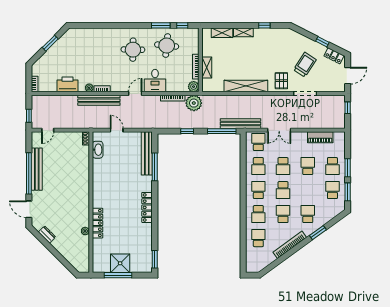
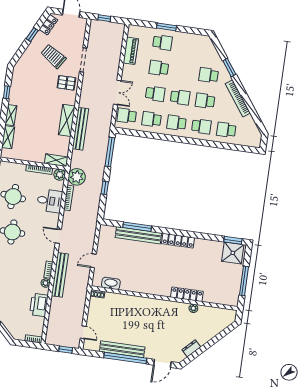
shelving: (207, 68) -> (56, 160), moved
desk: (155, 81) -> (50, 201), moved
shelving: (246, 86) -> (67, 120), width x0.68
bench: (241, 124) -> (80, 129), moved
bench: (147, 153) -> (138, 235), moved
school desk: (258, 166) -> (152, 119), turned 180
school desk: (332, 190) -> (187, 46), removed
window: (348, 192) -> (191, 31), removed
shower: (120, 263) -> (233, 253), moved

